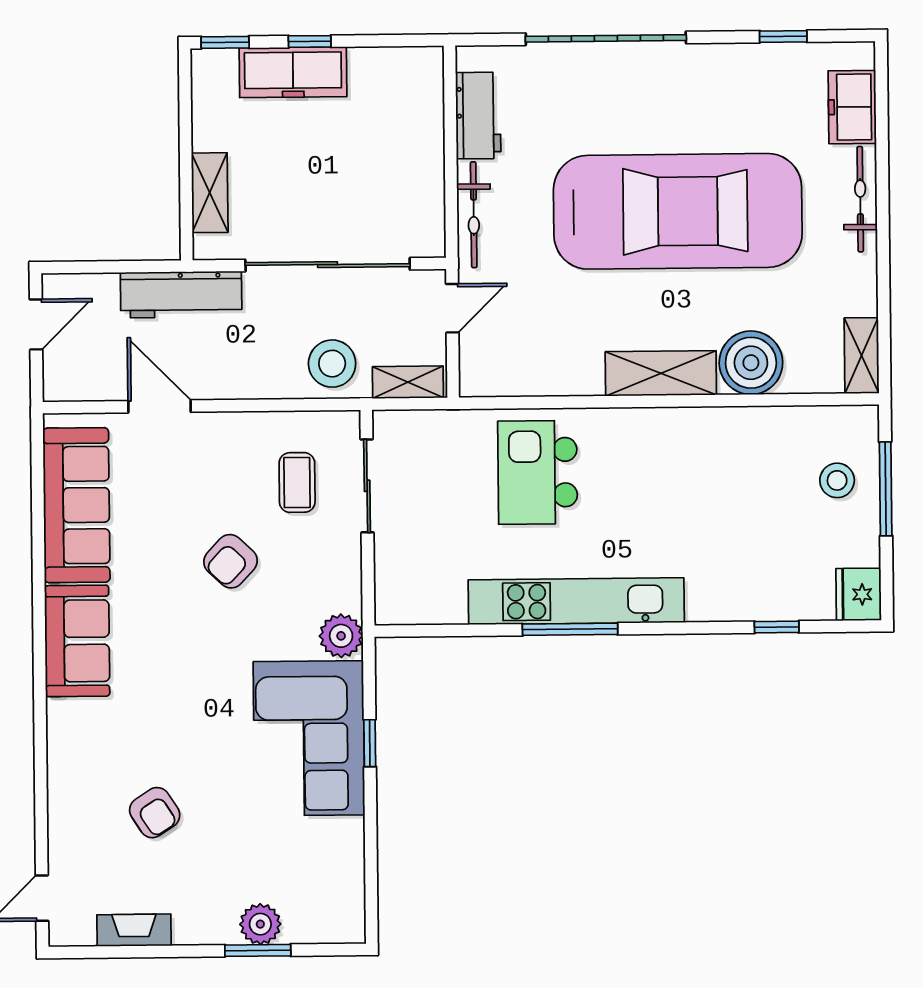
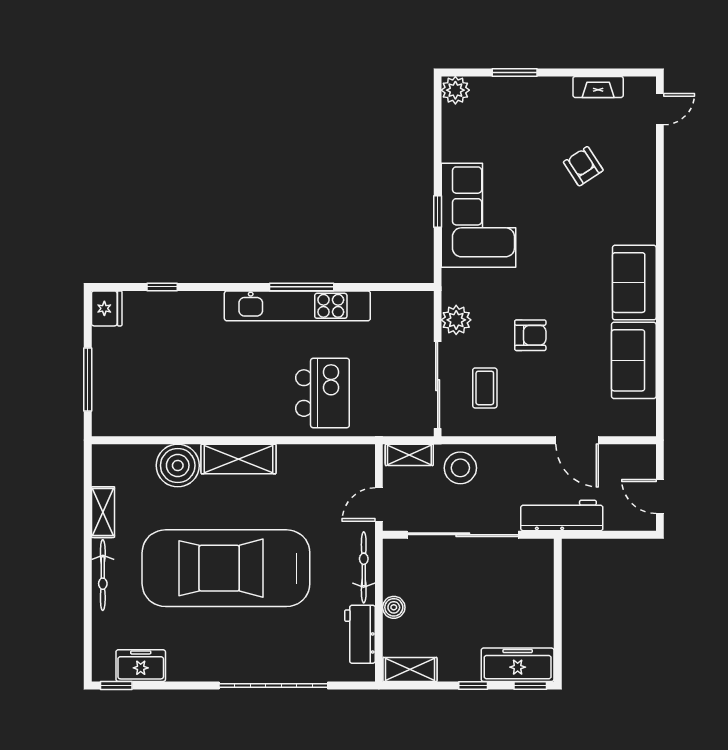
window: (783, 36) -> (116, 685), moved
freezer: (293, 72) -> (518, 665), moved
freezer: (852, 107) -> (141, 666), moved, turned -90
boiler: (429, 156) -> (394, 607), added
shelving: (210, 193) -> (410, 670), moved, turned 90
door: (36, 324) -> (660, 496), hinge flipped
shelving: (862, 356) -> (103, 512), moved
stool: (837, 480) -> (120, 385), removed
sliding door: (367, 486) -> (438, 385), width x1.37
sofa: (76, 505) -> (634, 360), width x0.73
armchair: (230, 561) -> (530, 335), turned 47
plant: (341, 636) -> (456, 320), moved
plant: (260, 924) -> (455, 90), moved

